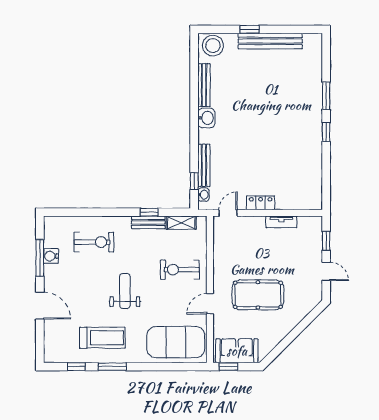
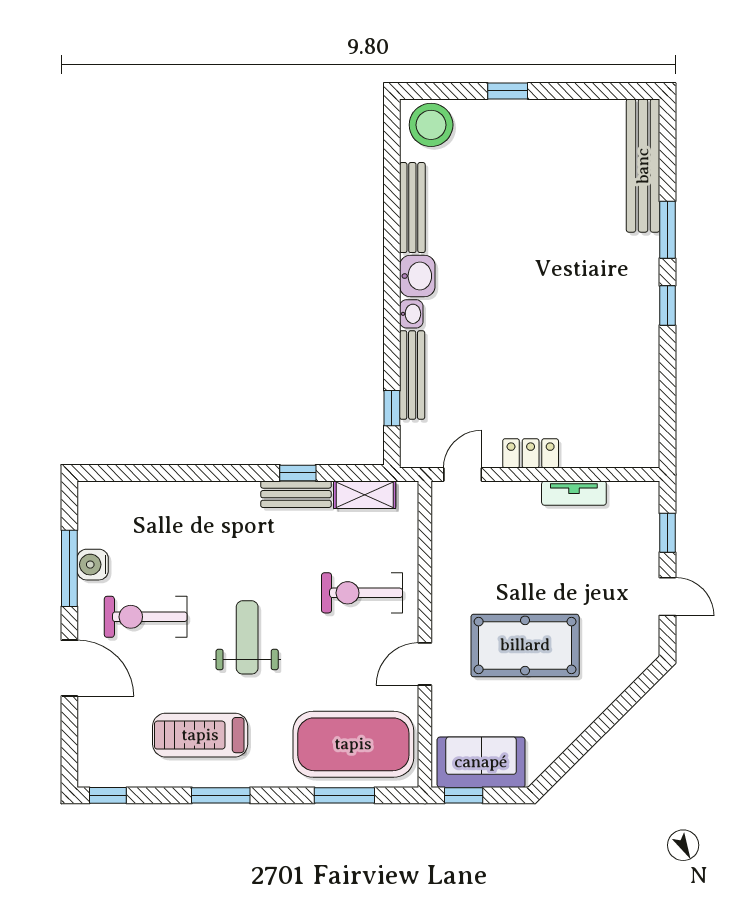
bench: (270, 41) -> (643, 166), moved, turned 90
washbasin: (203, 195) -> (411, 314), moved
exercise bike: (94, 242) -> (146, 617), moved, turned 180
treadmill: (102, 338) -> (200, 735), turned 180
window: (76, 367) -> (108, 795), moved
window: (171, 367) -> (344, 795), added

